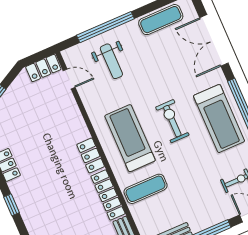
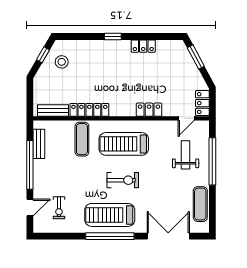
weight bench: (111, 61) -> (186, 155), turned 90
treadmill: (130, 138) -> (124, 144), turned 180
locker: (91, 155) -> (149, 110), moved

